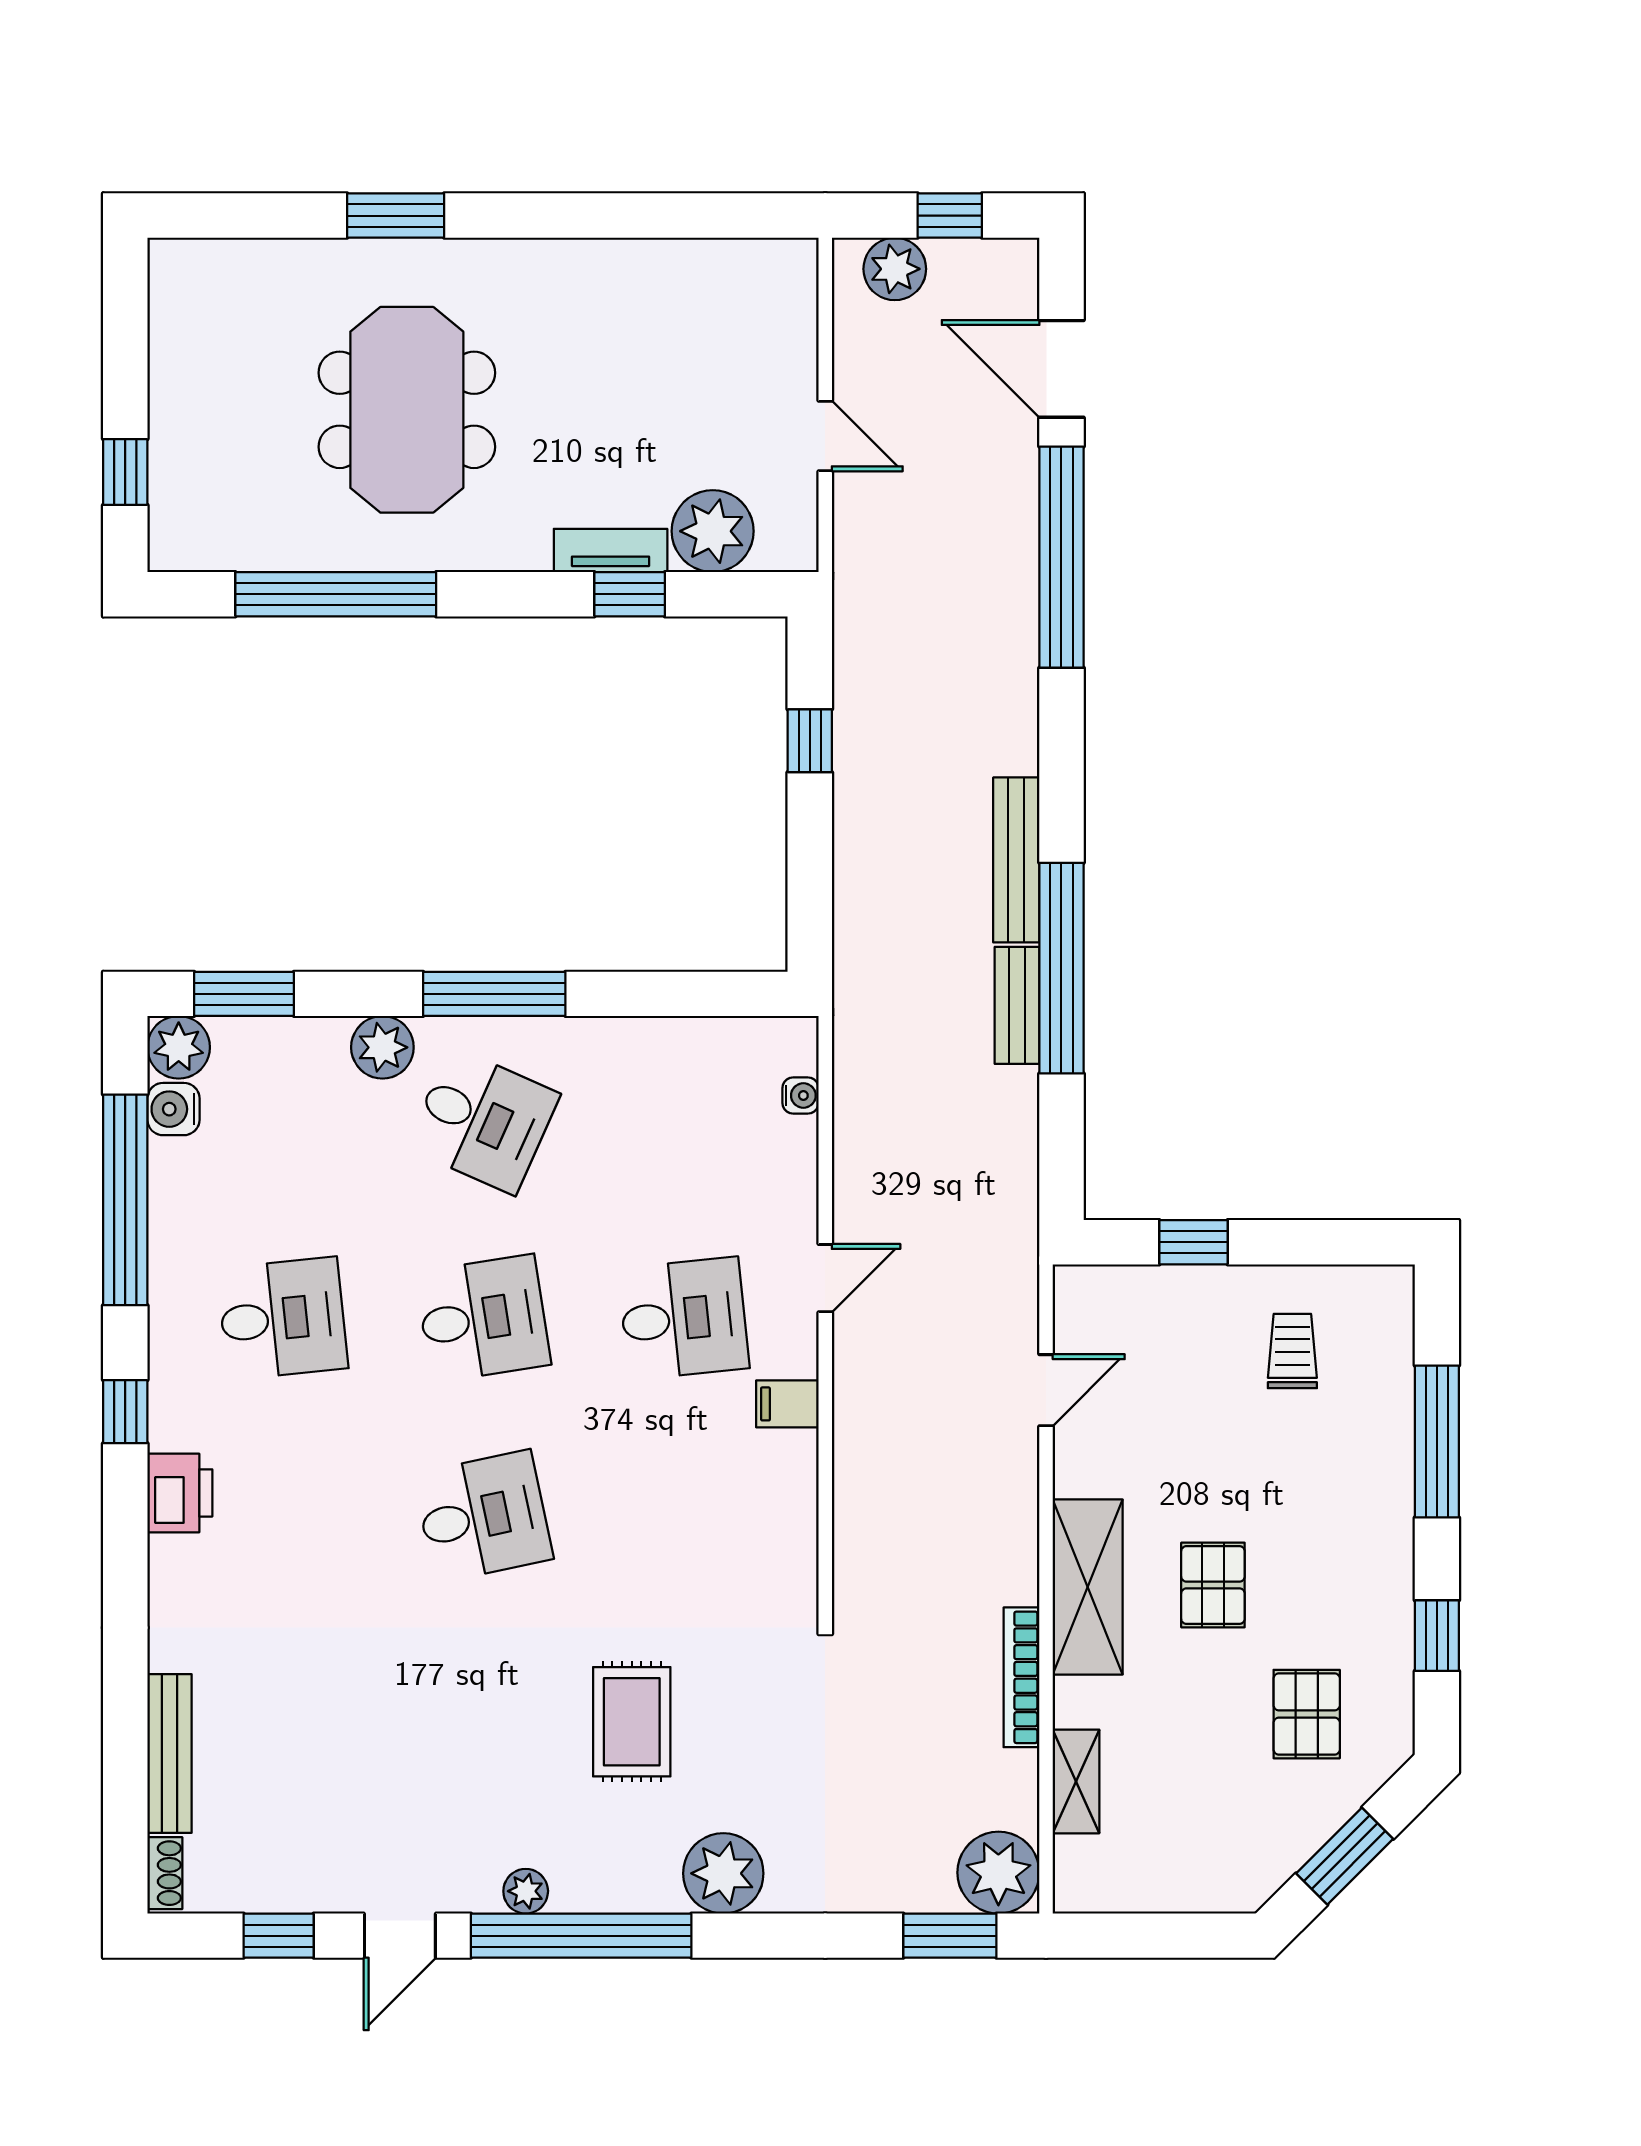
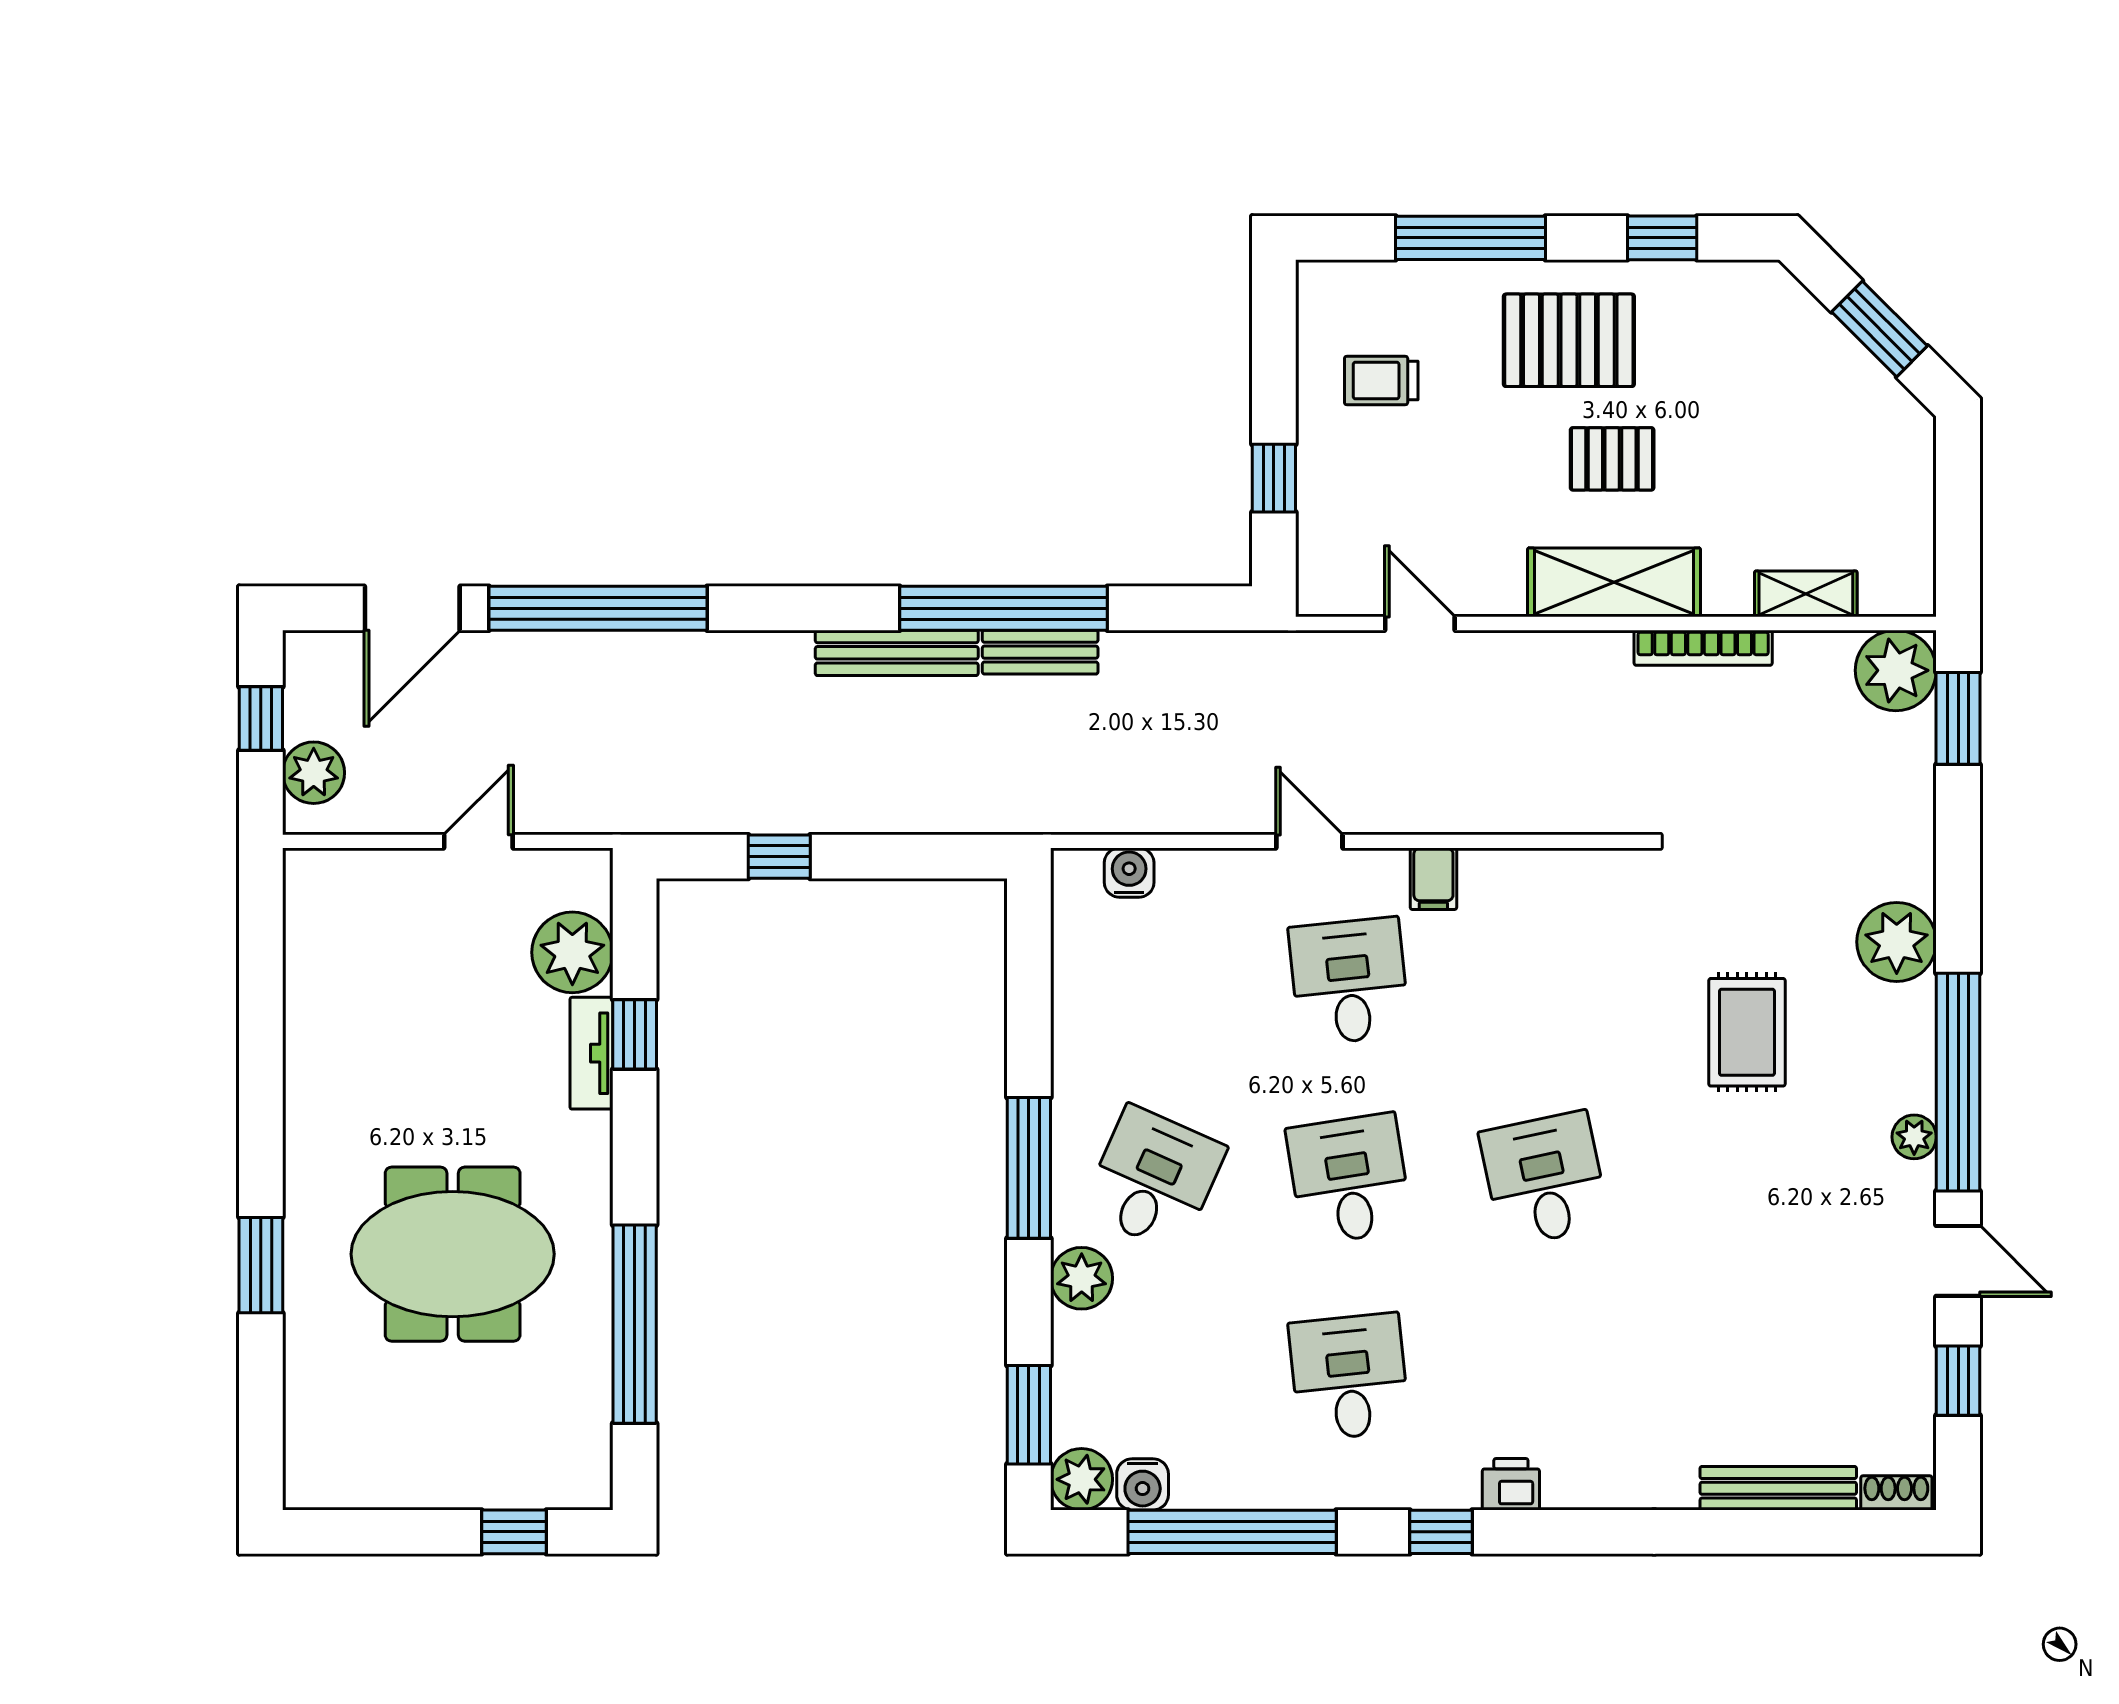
water cooler: (800, 1096) -> (1129, 873), width x1.38, depth x1.38
printer: (180, 1493) -> (1511, 1484), width x0.73, depth x0.81
pallet: (1307, 1714) -> (1569, 340), moved, width x1.50, depth x1.42
rug: (632, 1722) -> (1747, 1032), turned 90

